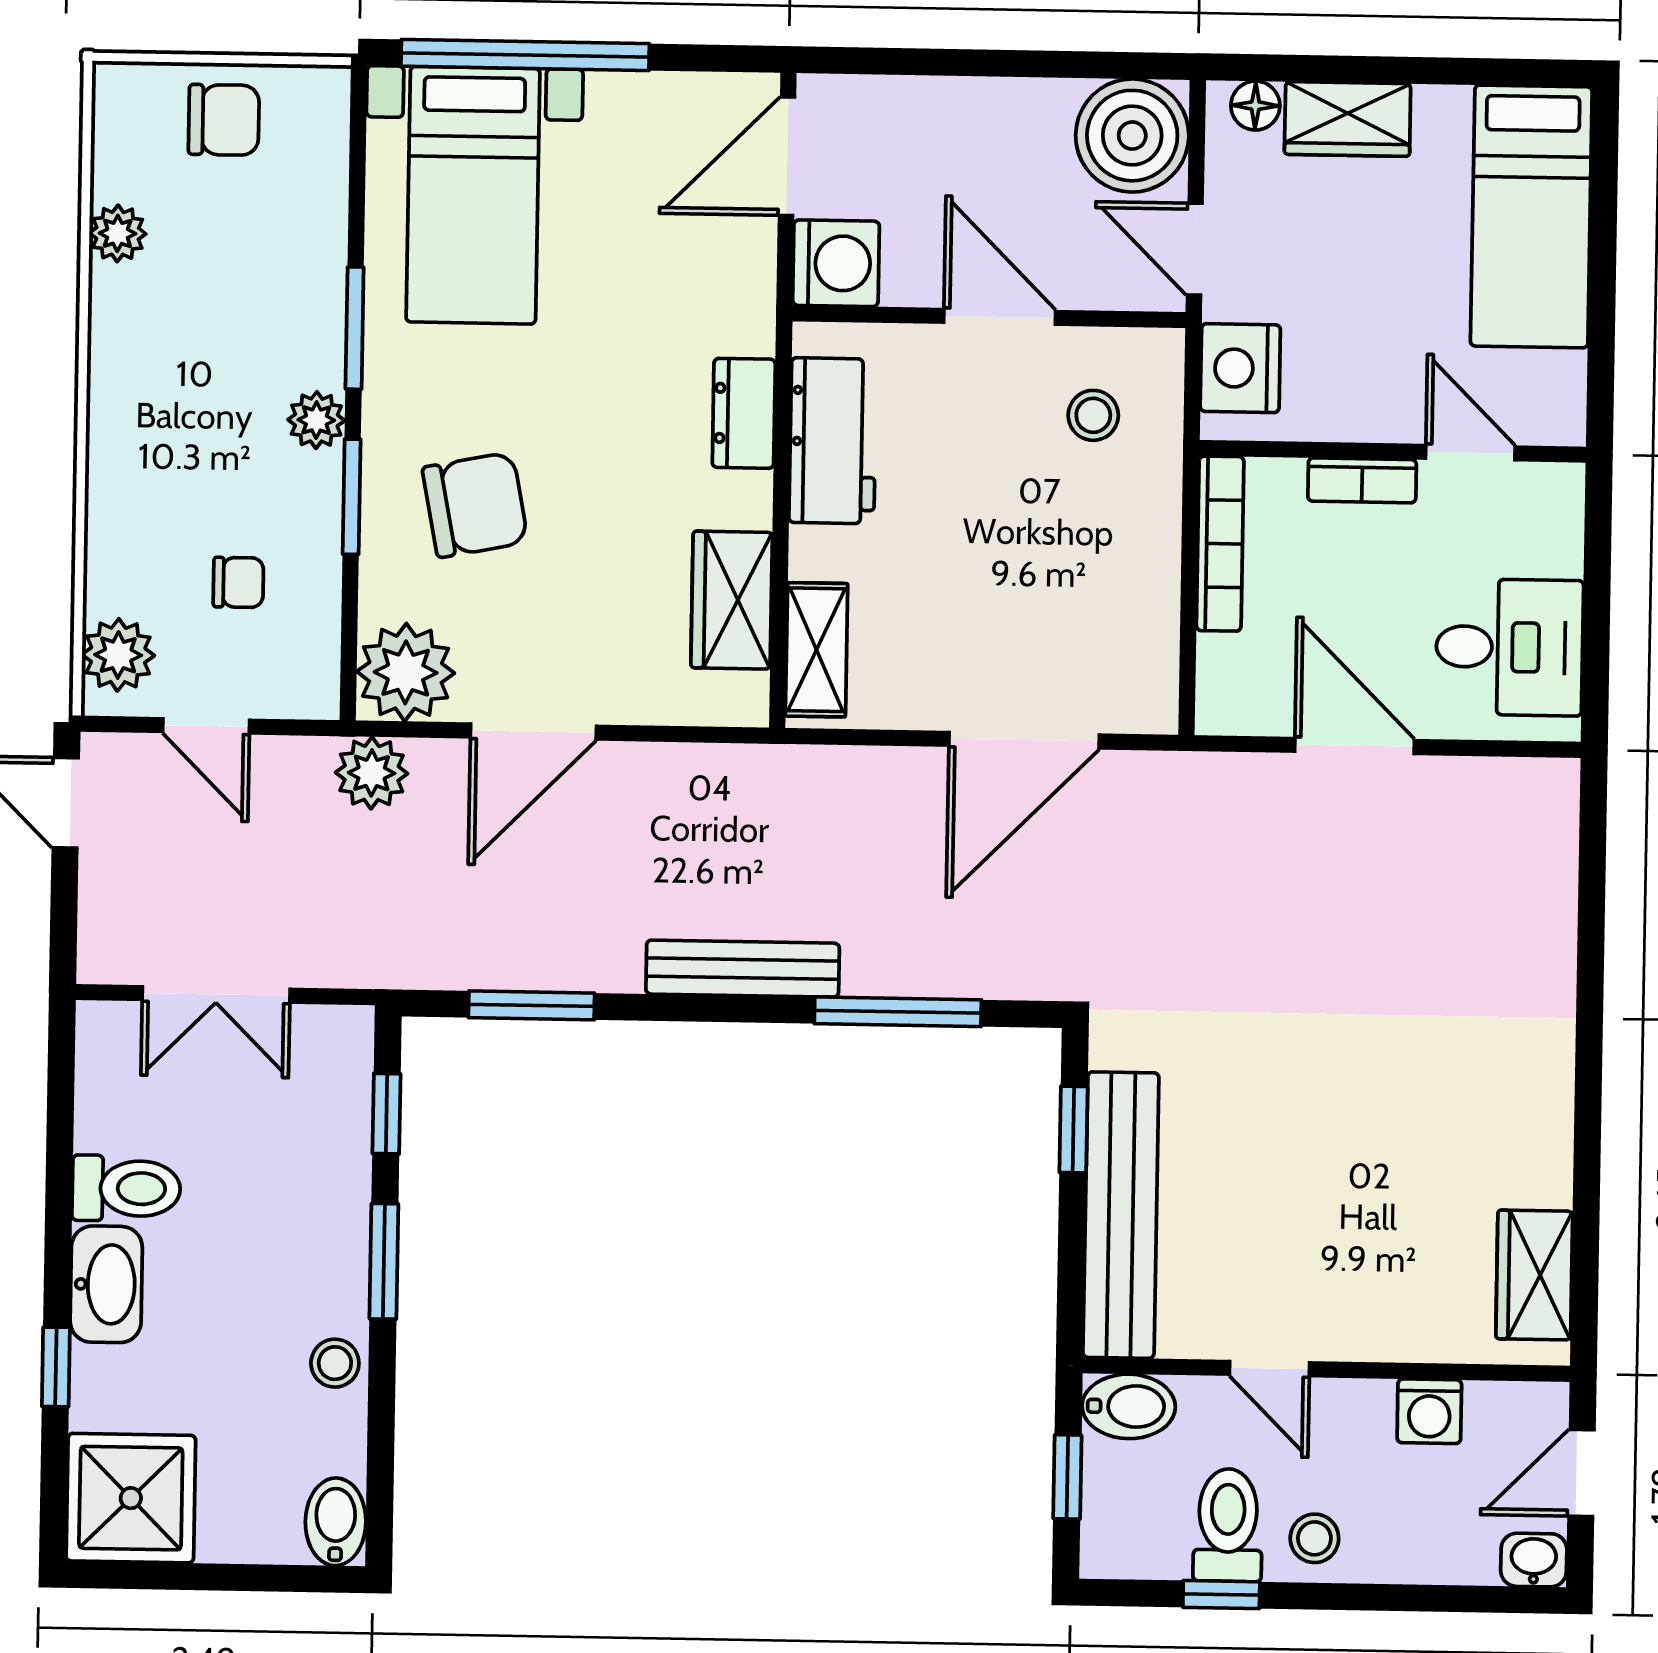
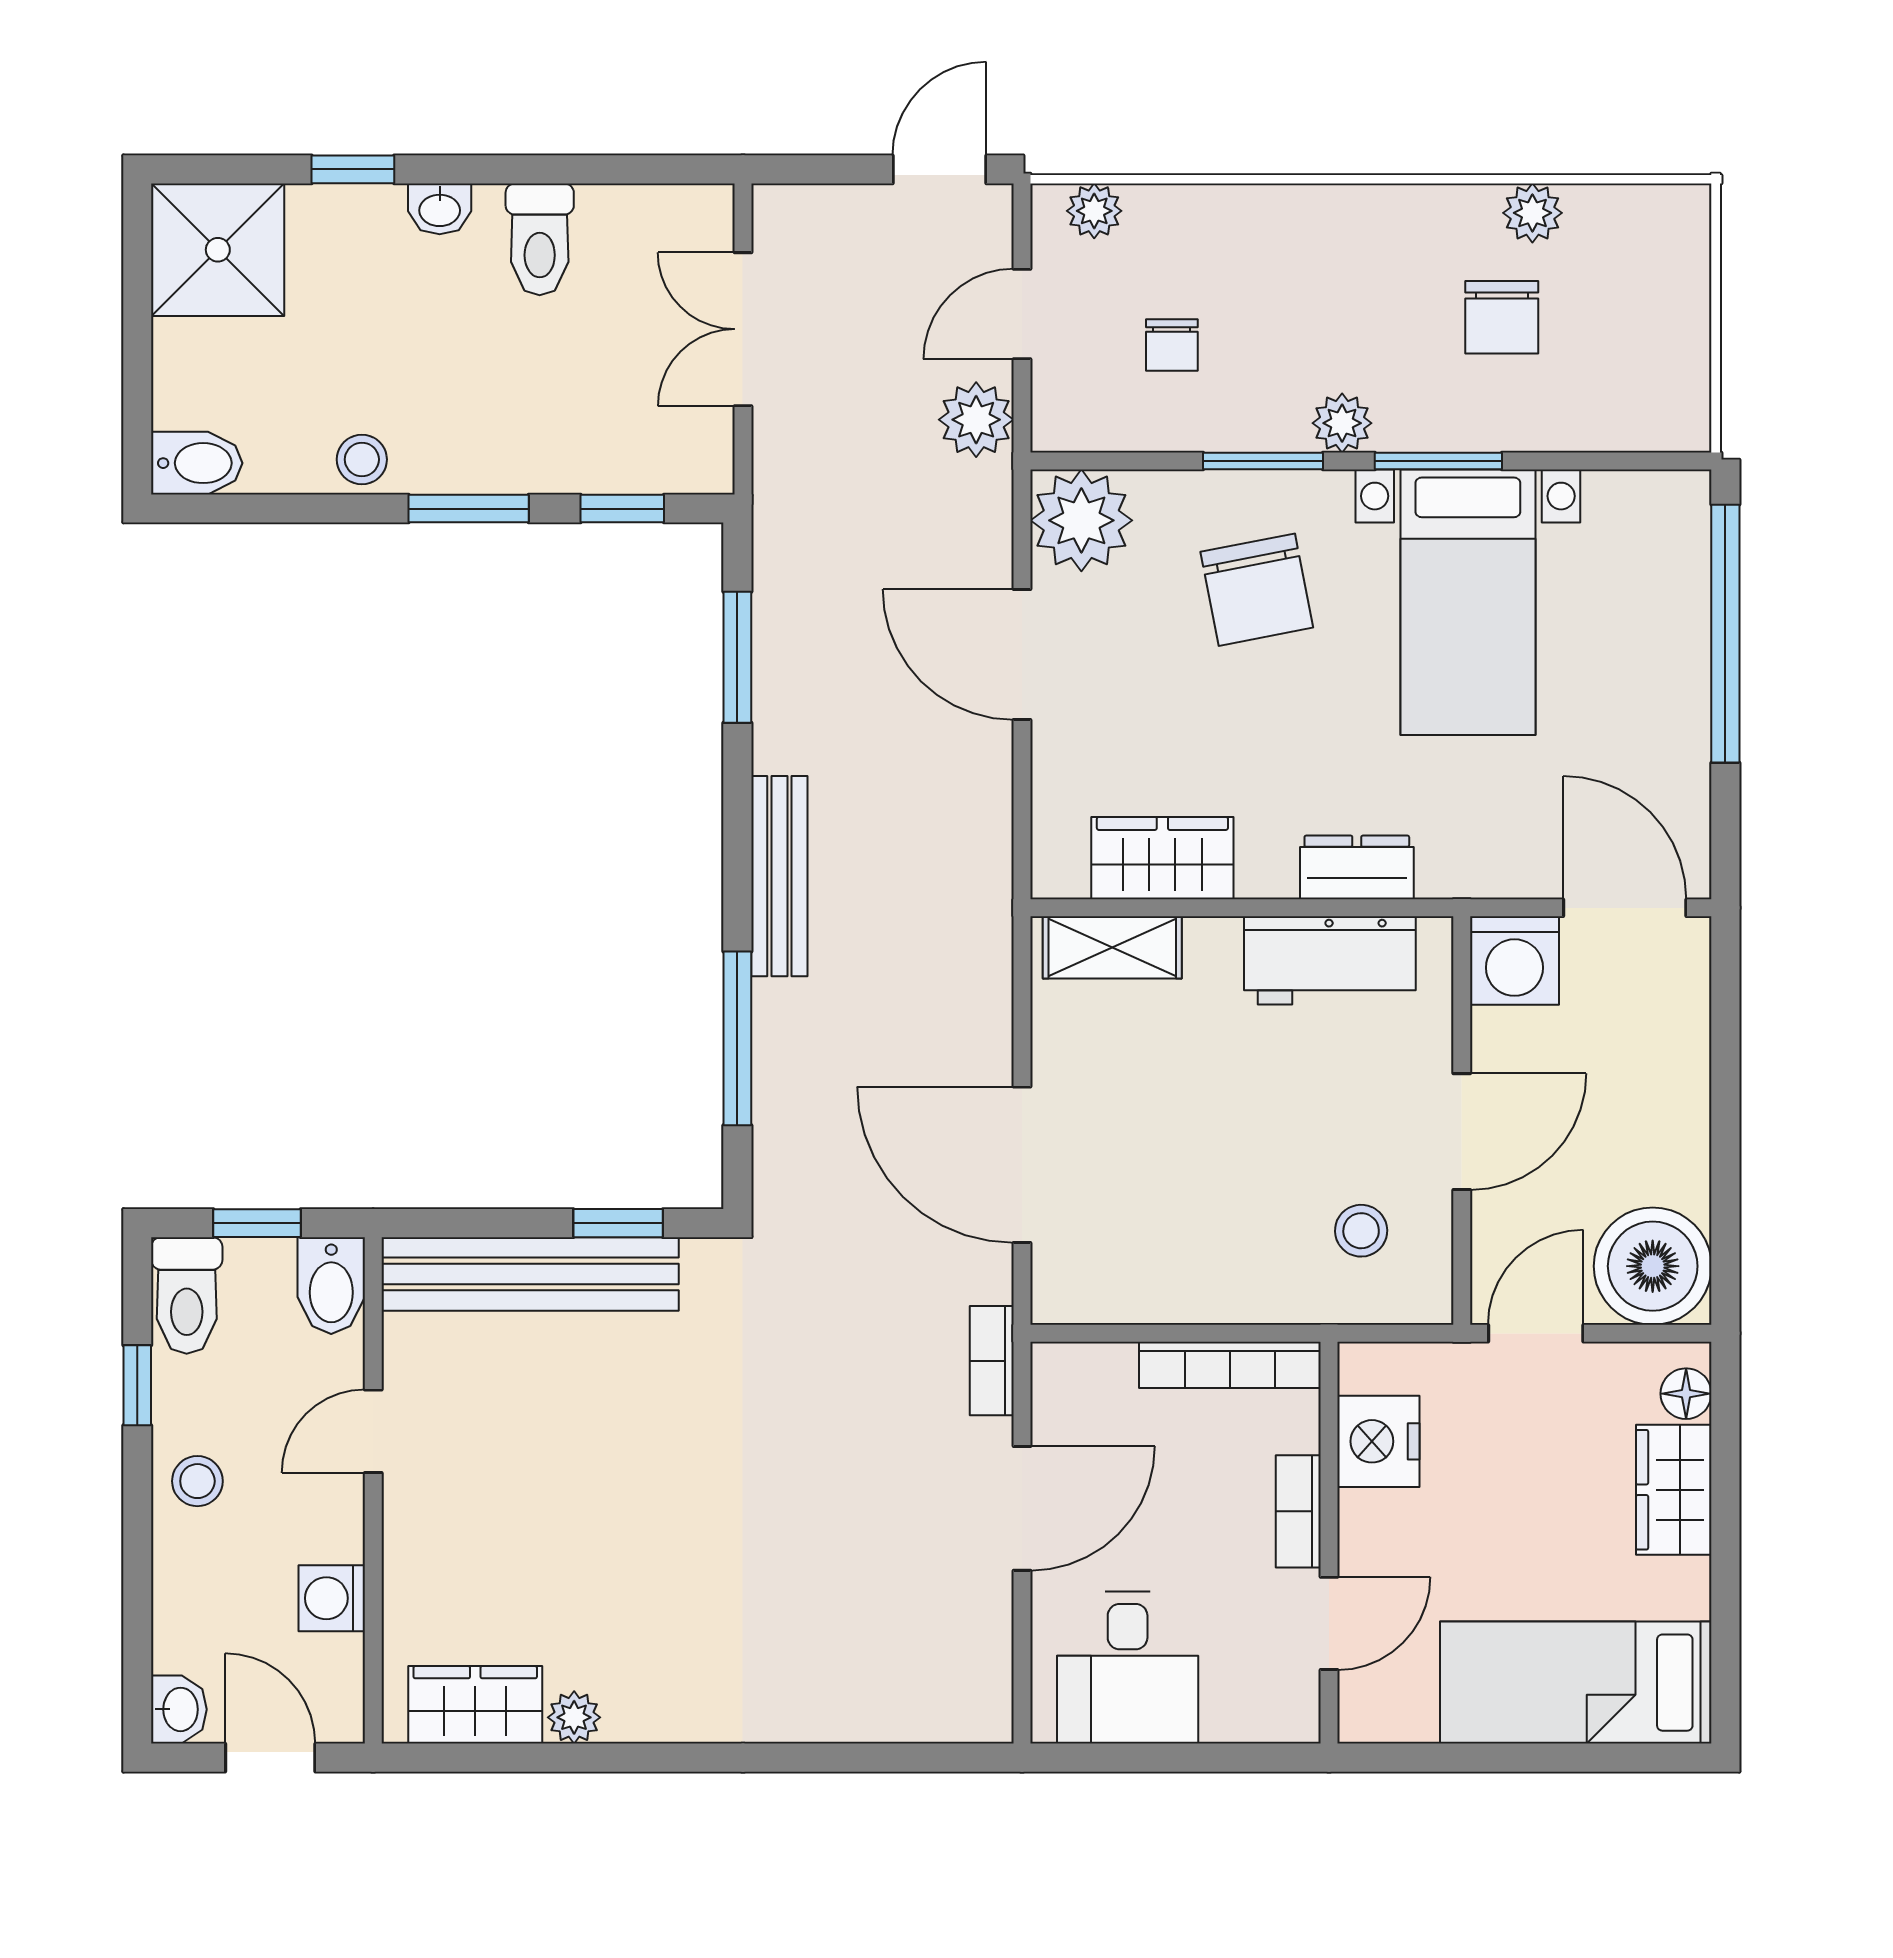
chair: (224, 120) -> (1502, 317), moved
bed with nightstands: (473, 195) -> (1468, 602), moved, turned -90
nightstand: (1240, 368) -> (1378, 1441), moved, turned -90
plant: (118, 655) -> (1094, 211), width x0.73, depth x0.73
plant: (372, 773) -> (976, 420), moved
bookcase: (1212, 773) -> (992, 1361), added
plant: (1548, 1180) -> (574, 1717), added
washbasin: (106, 1284) -> (440, 209), width x0.52, depth x0.69
toilet: (1228, 1525) -> (187, 1295), moved, turned 90

